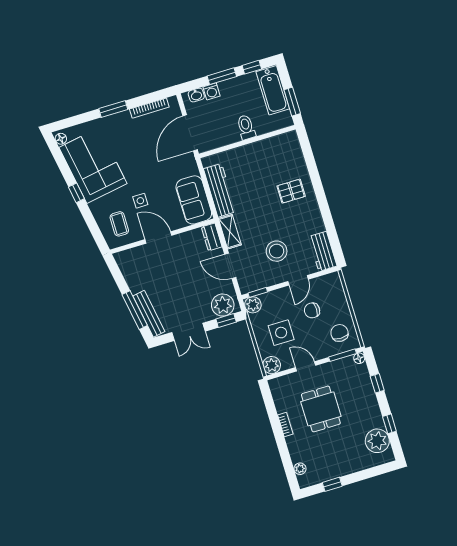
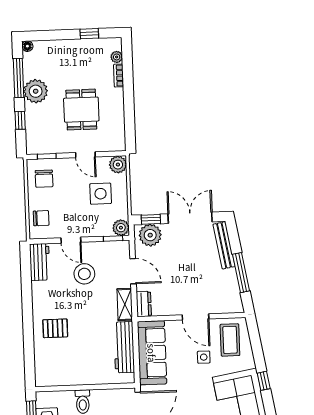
sofa: (194, 200) -> (152, 353), width x1.36
coffee table: (119, 224) -> (230, 340), width x1.36, depth x1.30
door: (298, 280) -> (71, 240), swing flipped
window: (135, 310) -> (241, 273), moved
chair: (312, 310) -> (41, 218), moved
double door: (189, 332) -> (190, 218), width x1.37
window: (342, 355) -> (47, 156), width x0.67
floor lamp: (359, 358) -> (27, 46), moved
bookcase: (285, 424) -> (119, 76), moved
window: (389, 424) -> (19, 78), width x2.17
plant: (377, 441) -> (36, 91), moved

